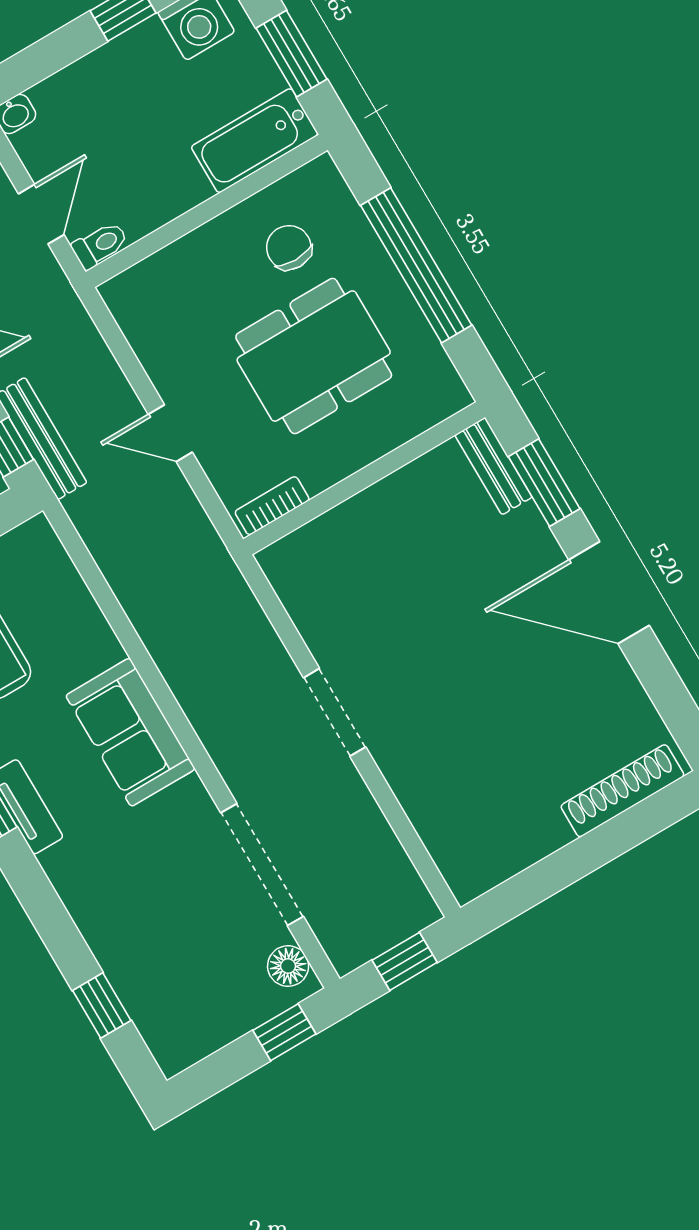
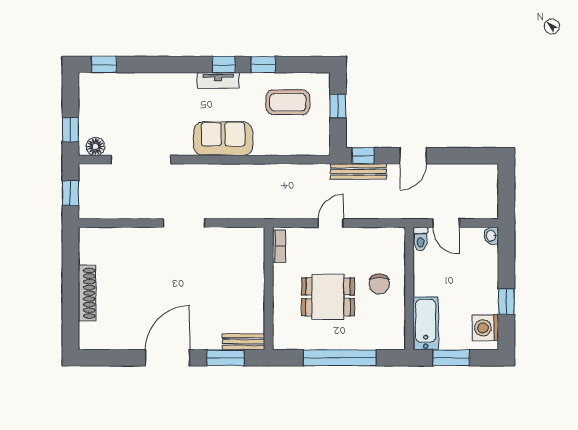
chair: (289, 248) -> (379, 284), moved, turned 90
dining table: (314, 356) -> (328, 297), width x0.73
shoe rack: (622, 791) -> (87, 293), moved
window: (102, 1006) -> (104, 65), moved

